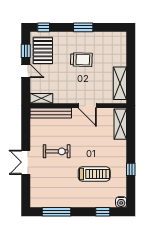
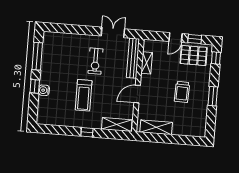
shelving: (41, 98) -> (147, 63), moved
double door: (26, 162) -> (113, 32), moved
window: (131, 169) -> (87, 132), moved
treadmill: (94, 174) -> (84, 95), moved
water cooler: (121, 202) -> (44, 90), moved
window: (103, 212) -> (35, 86), moved

